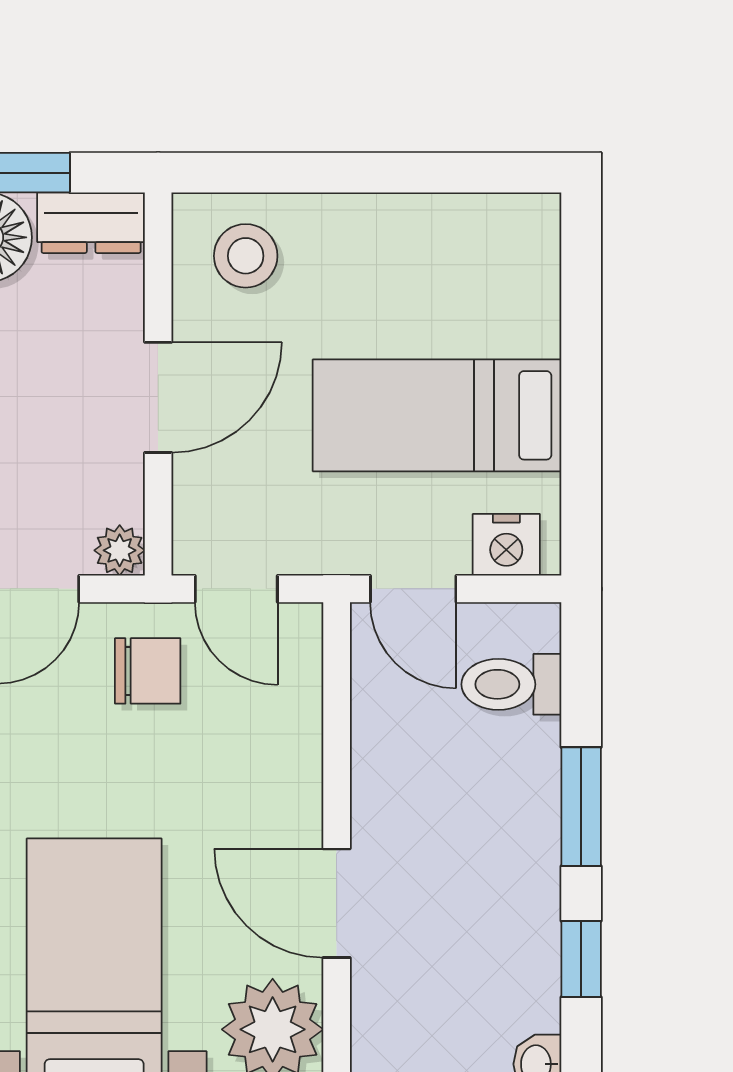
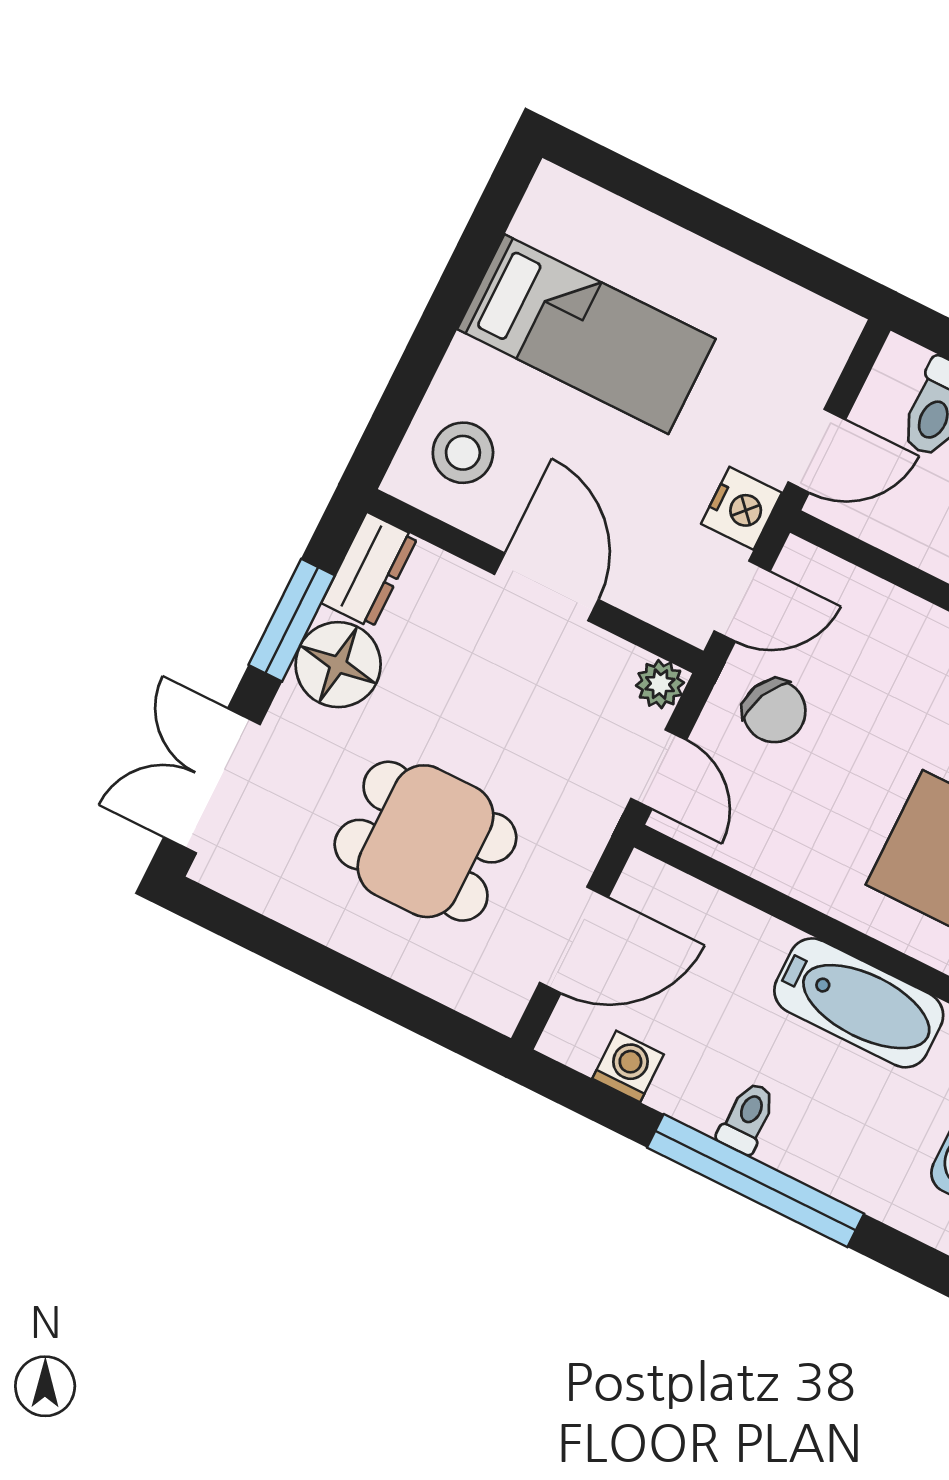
bed: (437, 415) -> (586, 334), moved, turned -90
nightstand: (506, 545) -> (741, 508), moved
chair: (148, 671) -> (774, 711), turned 115

